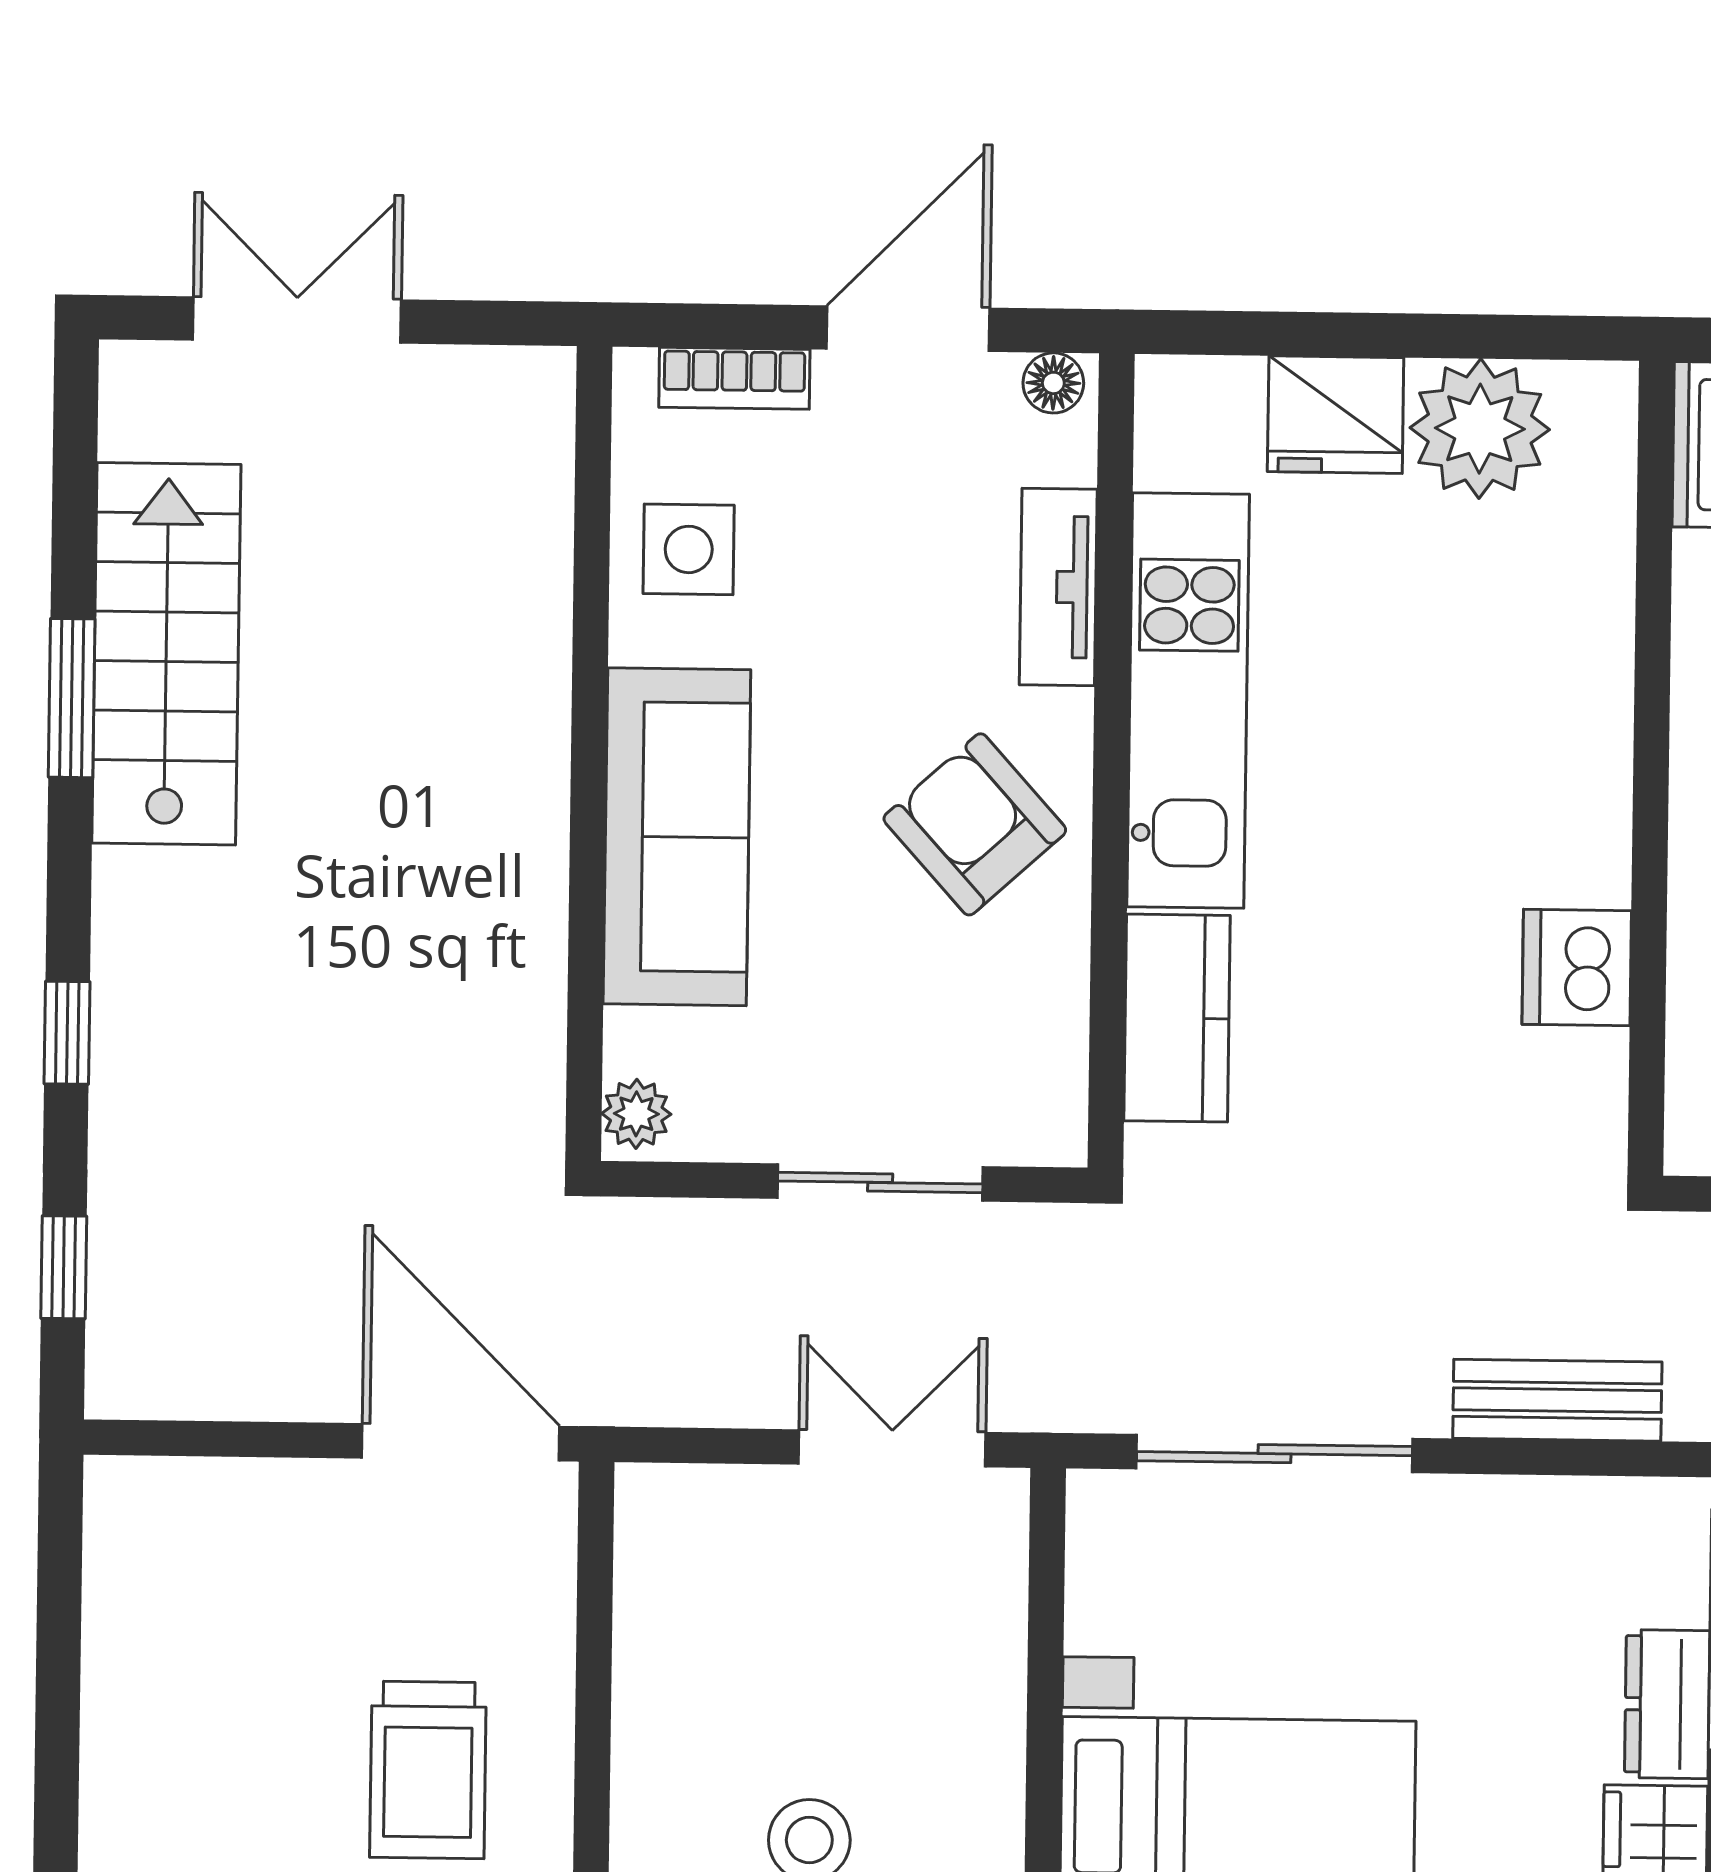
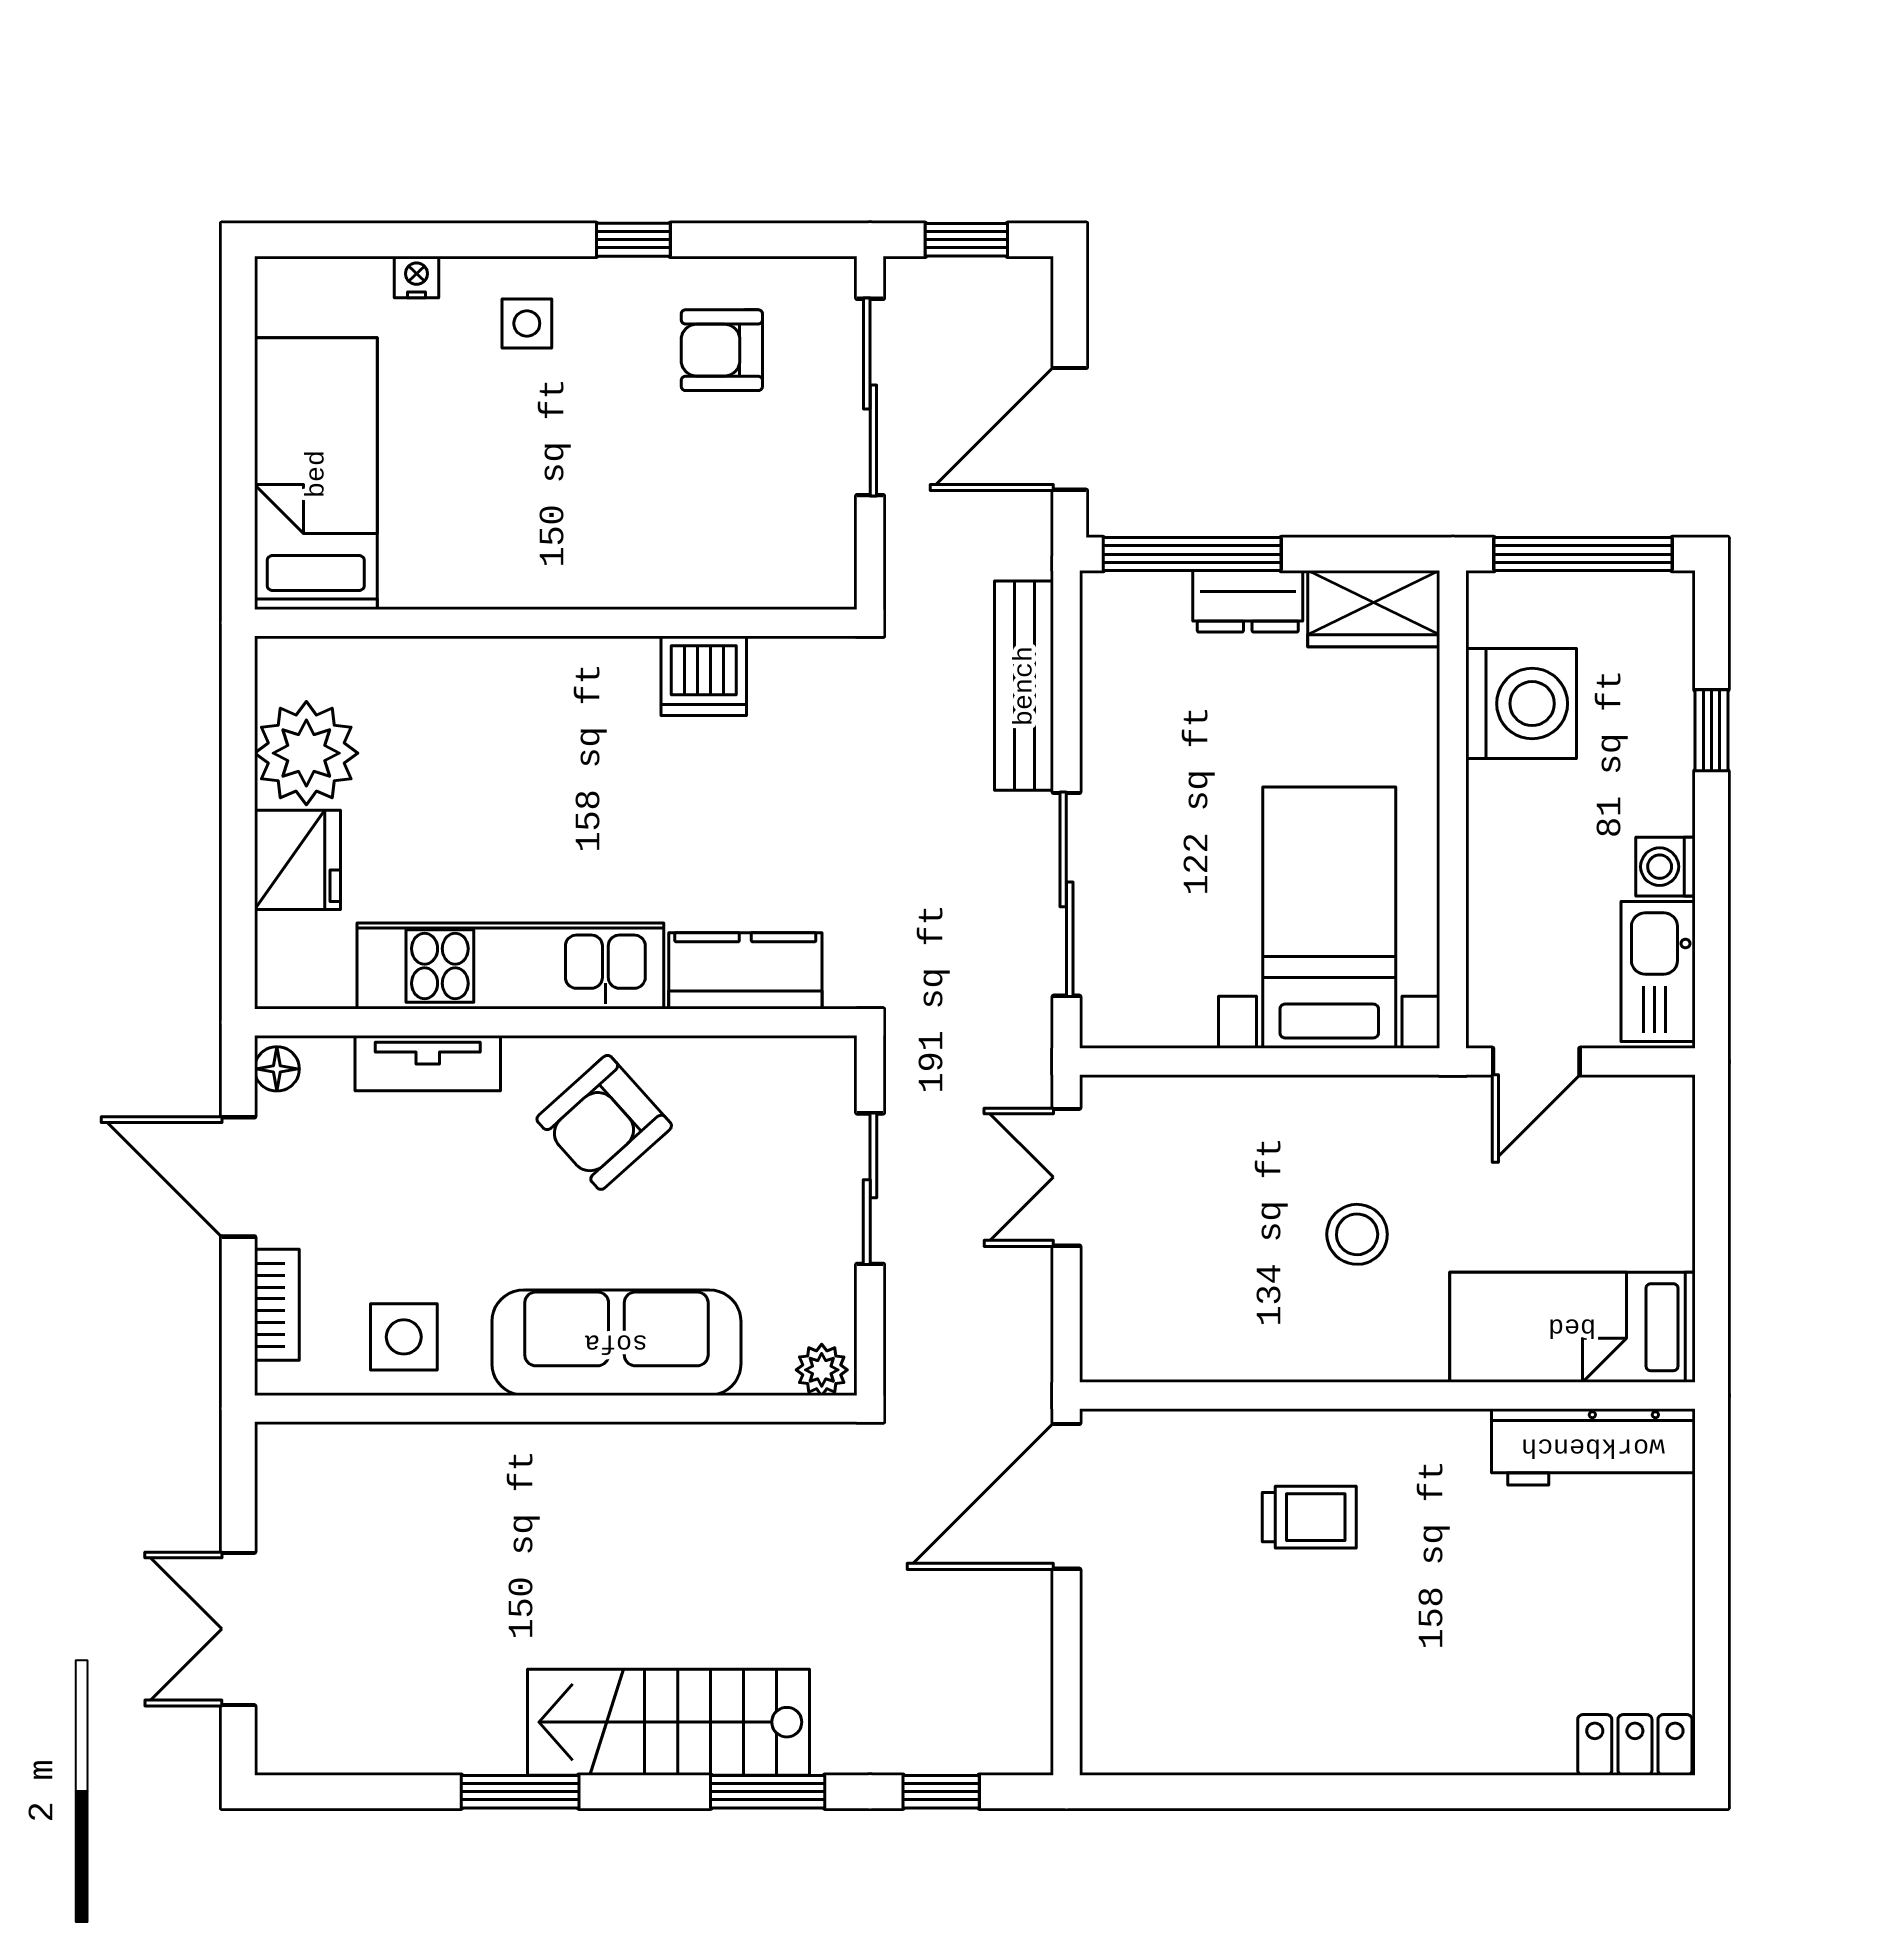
stairs: (166, 654) -> (668, 1722), moved
window: (67, 1033) -> (768, 1792), width x1.50
bench: (1557, 1400) -> (1024, 686), width x1.36
trolley: (428, 1770) -> (1309, 1517), width x0.73, depth x0.72

